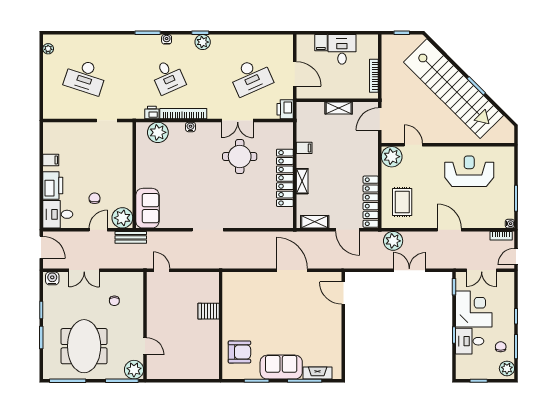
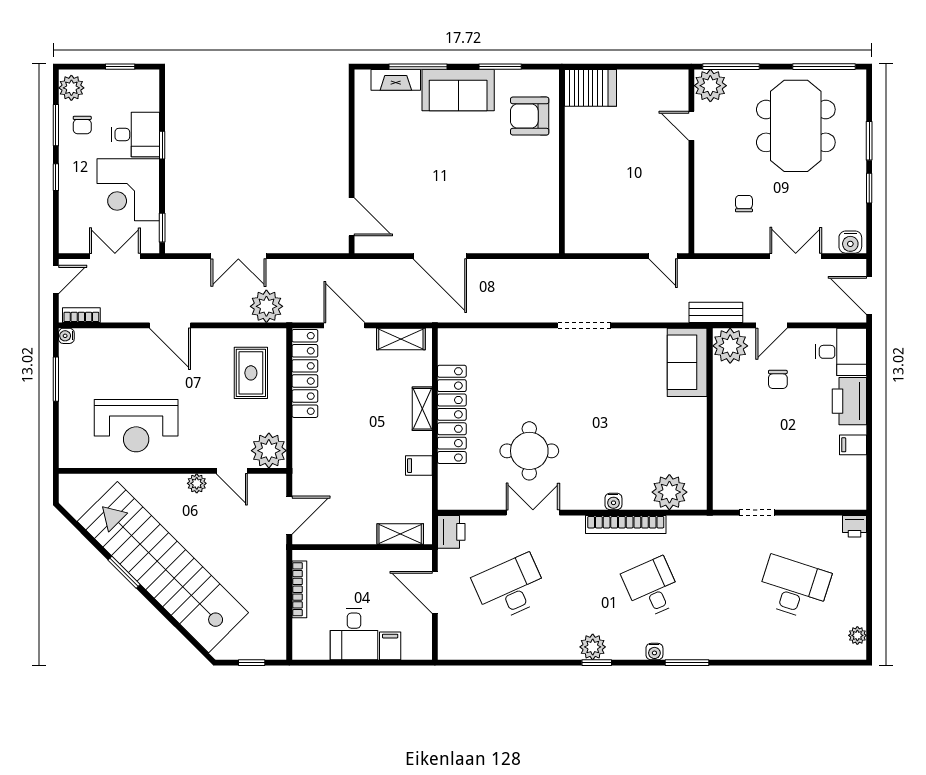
shelving: (339, 108) -> (400, 534), moved
printer: (152, 113) -> (854, 526), moved
plant: (434, 138) -> (197, 483), added
server rack: (209, 311) -> (591, 88), moved, width x1.36, depth x1.44

